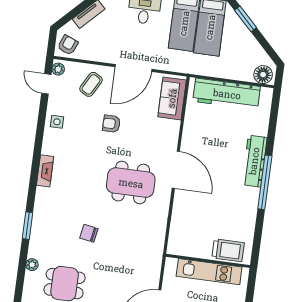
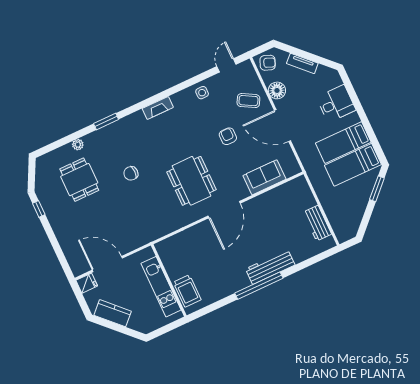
plant: (58, 69) -> (244, 67), removed
floor lamp: (263, 75) -> (277, 90), moved
workbench: (227, 94) -> (317, 223), width x0.53, depth x0.76
sofa: (172, 98) -> (264, 177), moved
chair: (89, 233) -> (131, 173), turned -100

